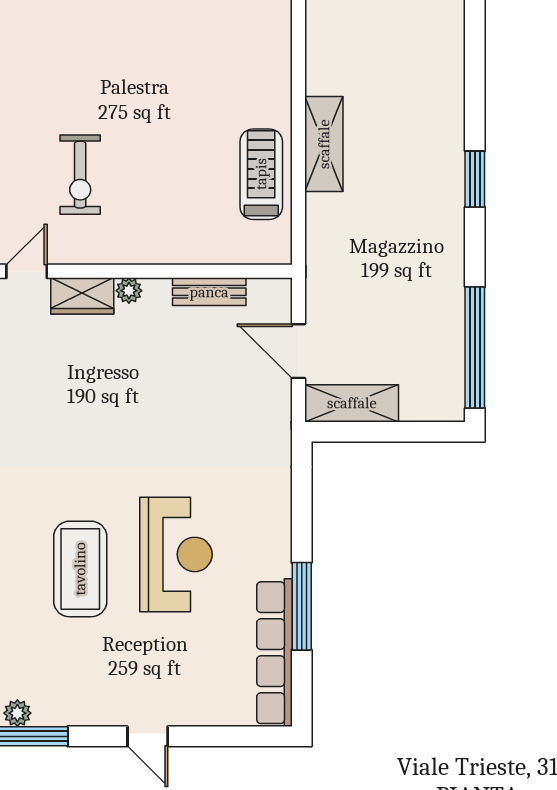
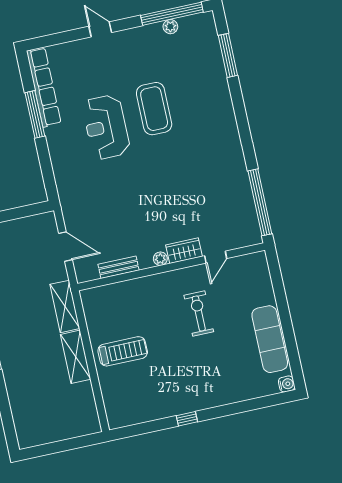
treadmill: (261, 174) -> (123, 351), moved, turned -90
shelving: (352, 403) -> (65, 306), moved, turned 90

